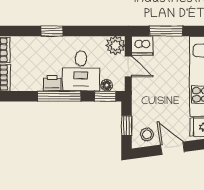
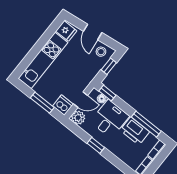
window: (52, 31) -> (96, 145), moved
door: (128, 66) -> (80, 100), swing flipped
printer: (52, 83) -> (135, 131), width x1.87, depth x1.48
window: (59, 96) -> (146, 124), moved

